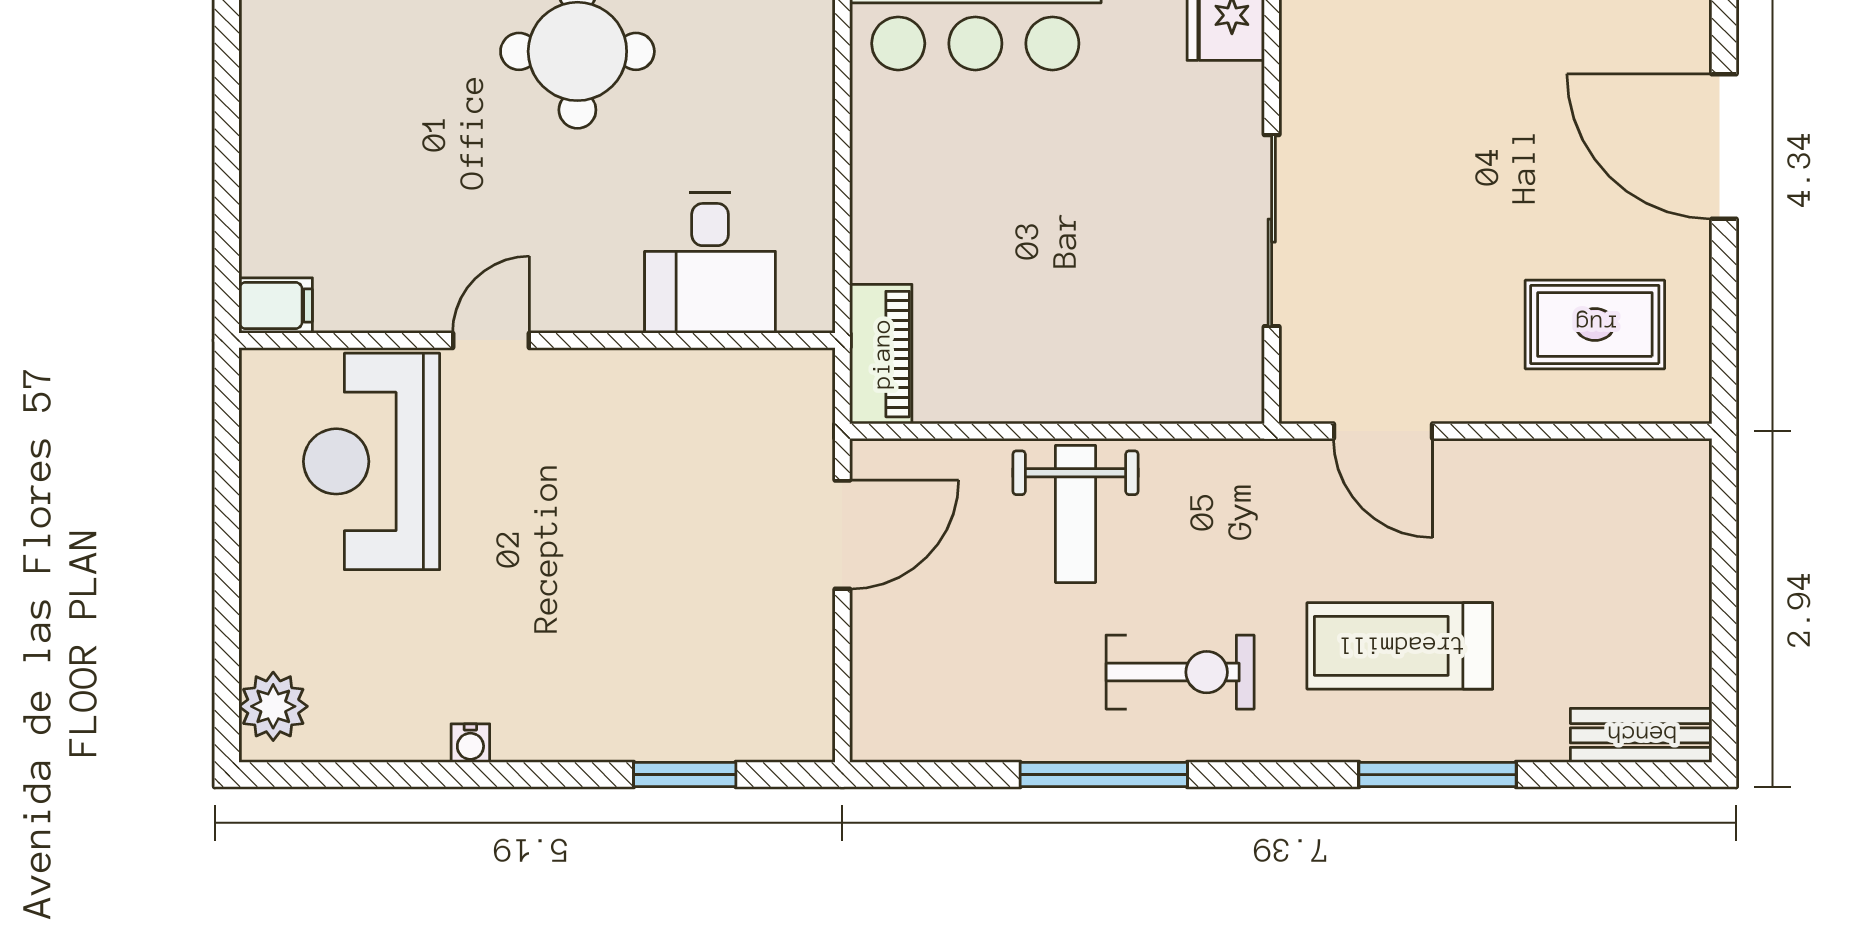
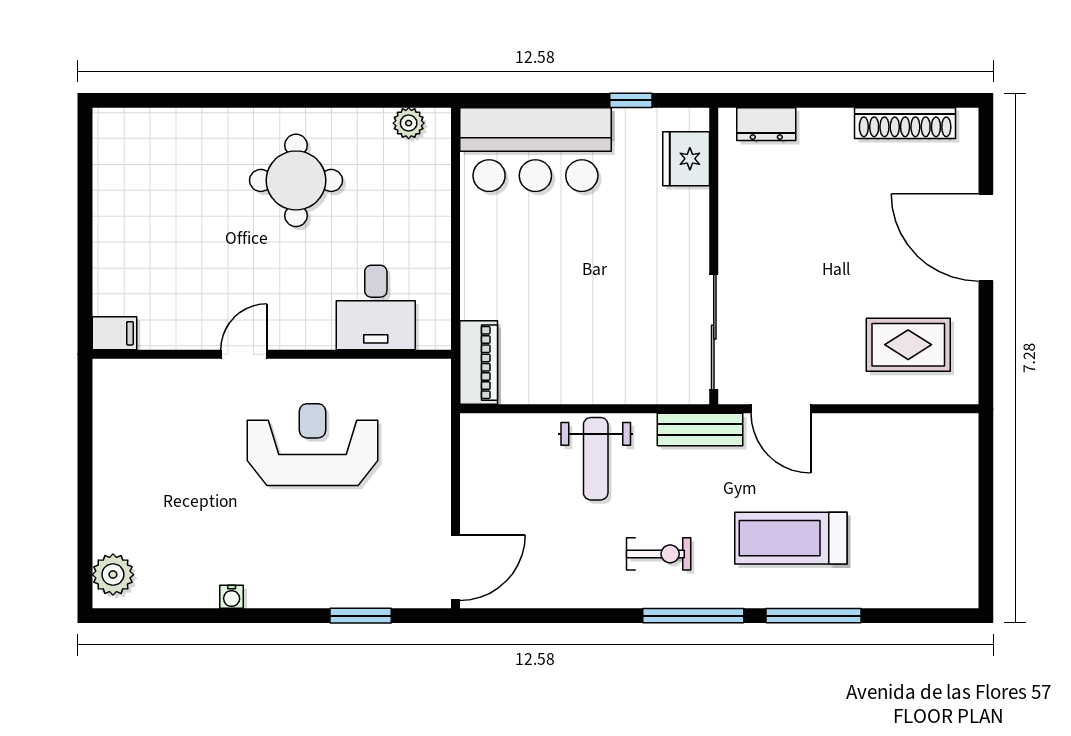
sliding door: (1272, 231) -> (714, 332), moved
reception desk: (372, 461) -> (313, 445), moved, turned 90
door: (842, 535) -> (455, 568), moved
exercise bike: (1180, 672) -> (659, 554), width x0.73, depth x0.72
bench: (1641, 735) -> (700, 429), moved
window: (1104, 775) -> (693, 616), moved

